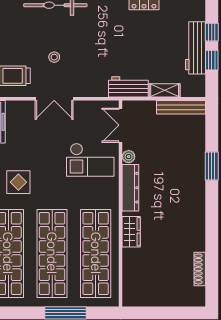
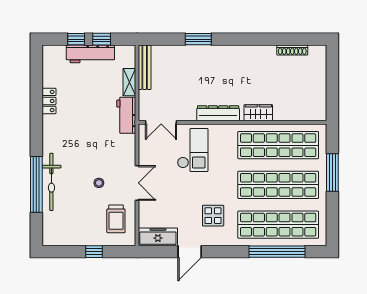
plant: (129, 157) -> (190, 115), removed

